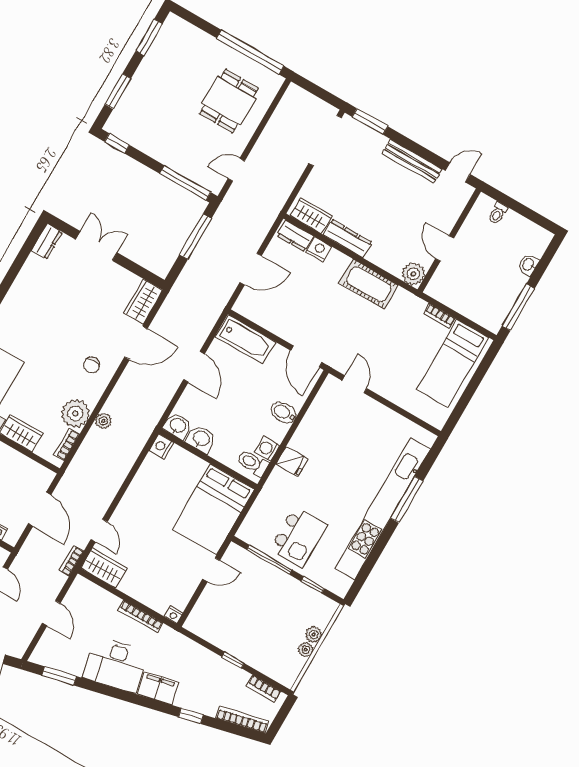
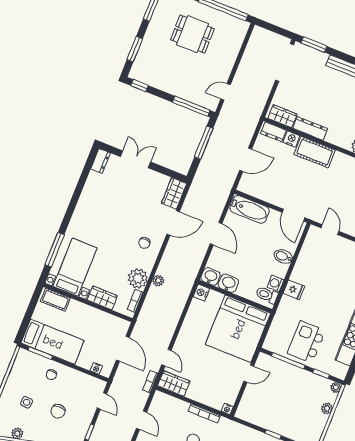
dining table: (229, 101) -> (192, 34), moved, turned 90
cot: (369, 284) -> (315, 152), moved
bed: (213, 509) -> (238, 329), width x1.36
kitchen island: (299, 537) -> (306, 342), turned 180
plant: (306, 650) -> (336, 387), moved

